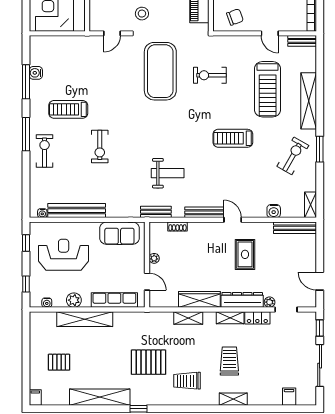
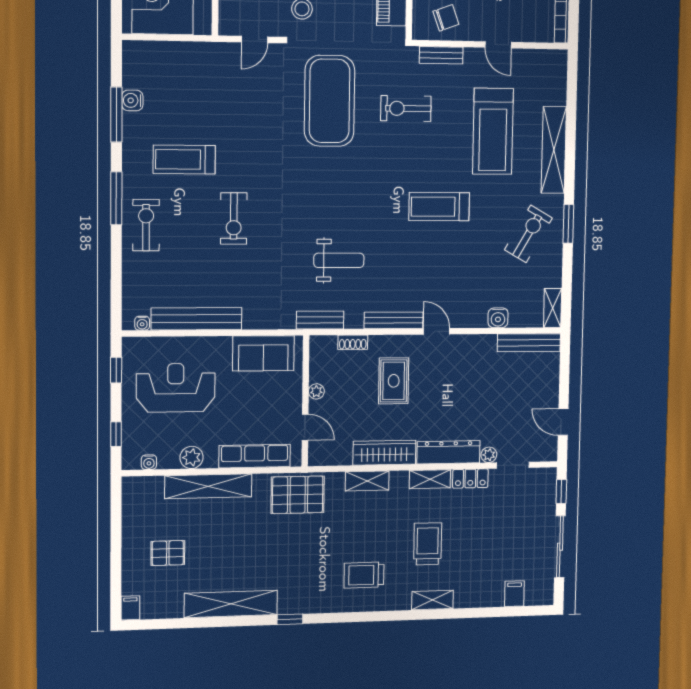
bench: (302, 41) -> (441, 55), moved
rug: (245, 254) -> (394, 381), moved
pallet: (148, 362) -> (298, 495), moved

